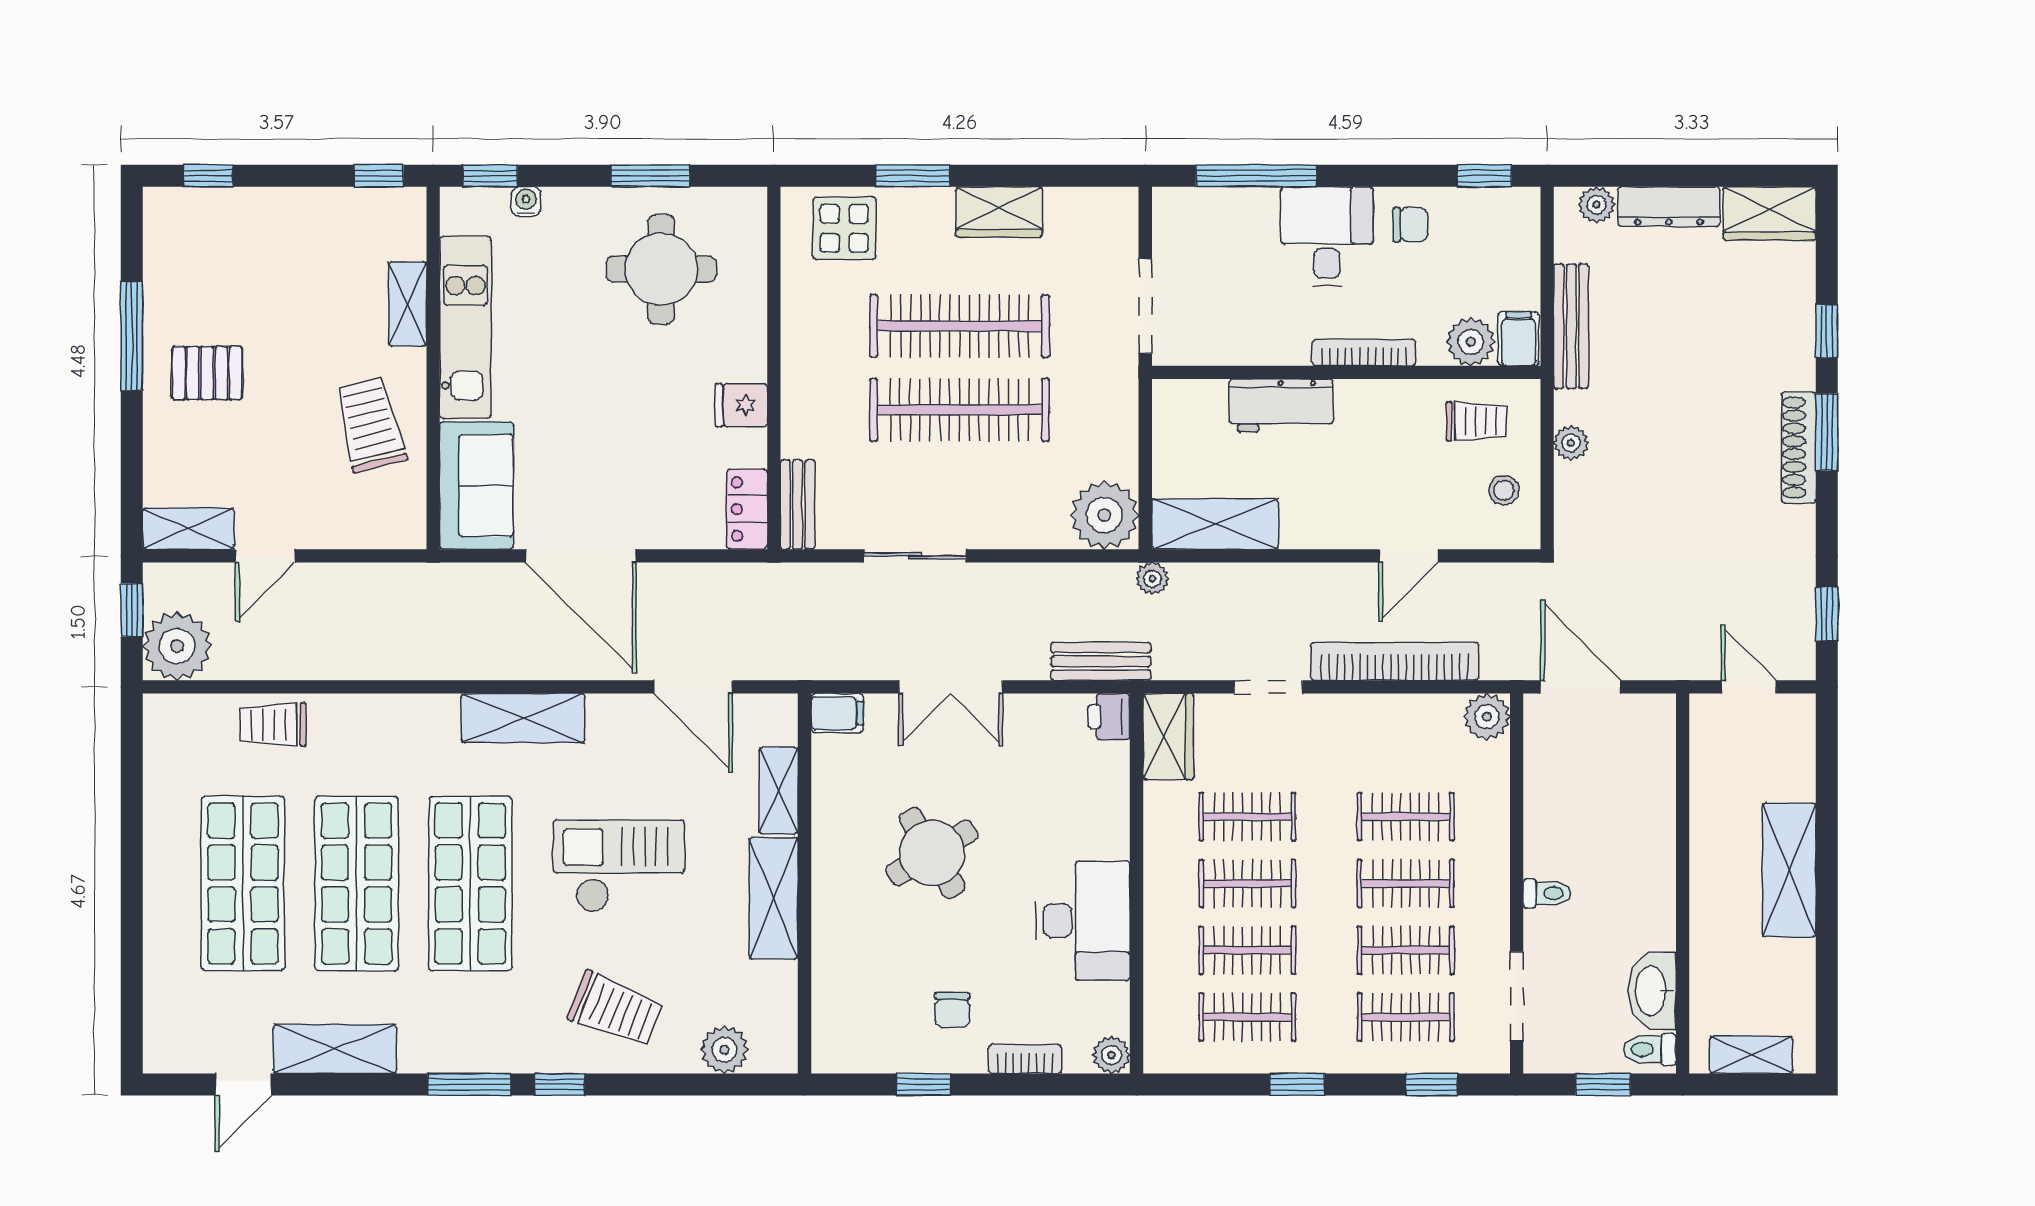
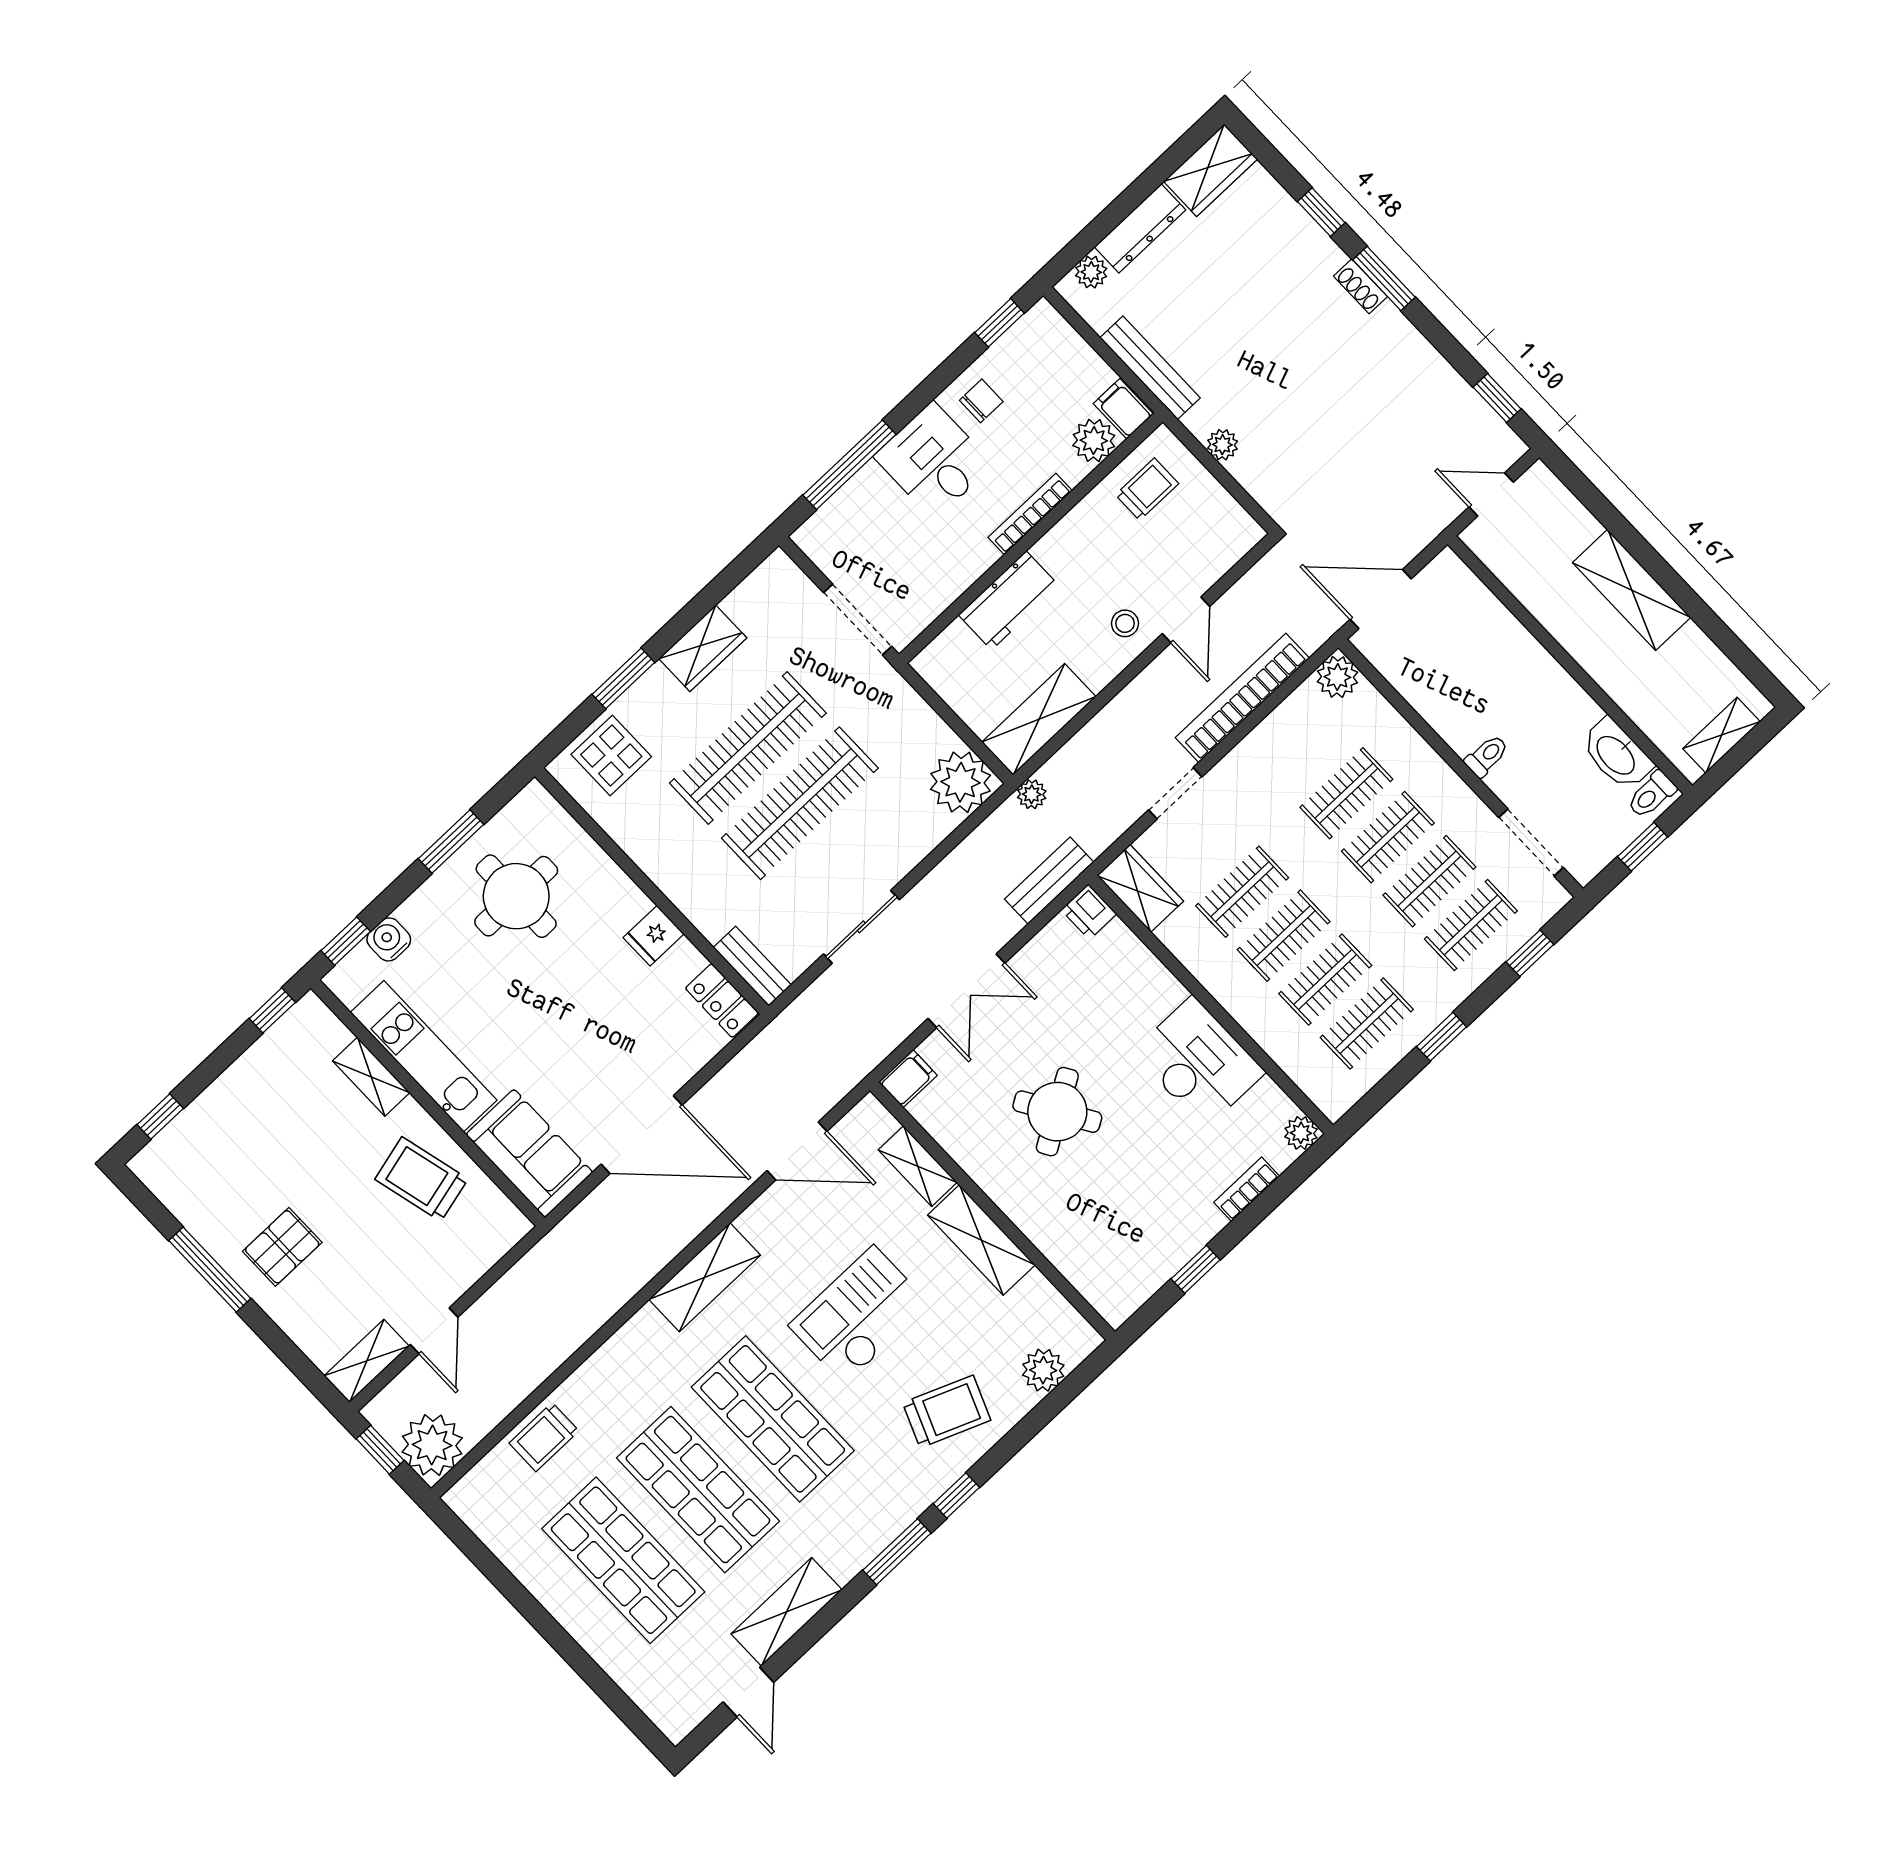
water cooler: (526, 201) -> (389, 939), width x1.38, depth x1.38
shoe rack: (1799, 448) -> (1360, 286), width x0.51, depth x0.81
stool: (1504, 490) -> (1125, 623), moved
chair: (952, 1010) -> (1168, 1202), removed

